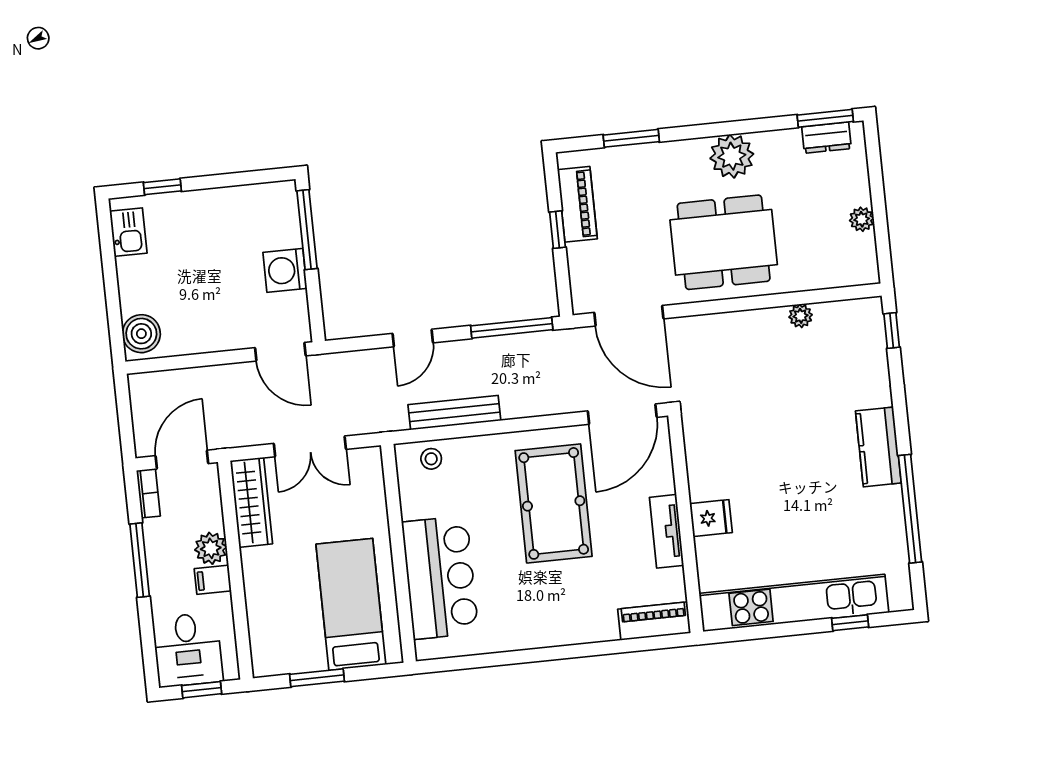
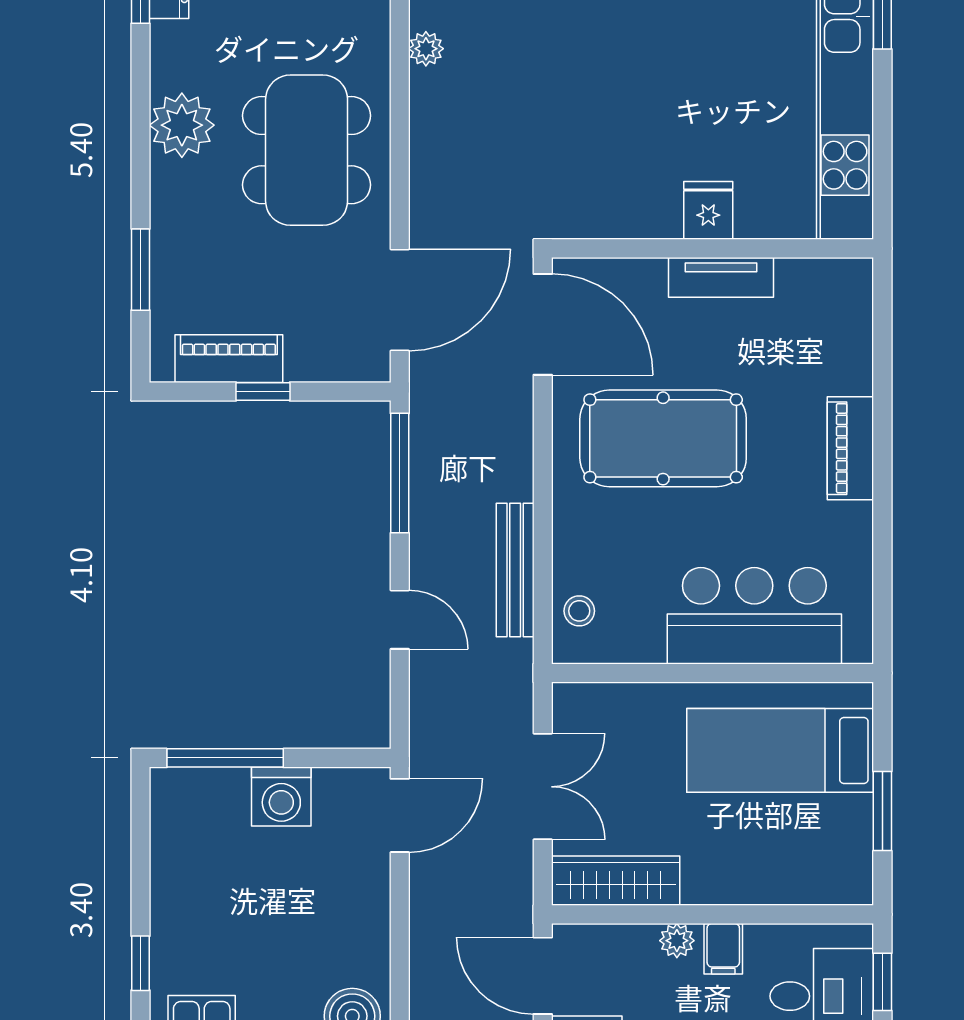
plant: (211, 548) -> (677, 941), width x0.73, depth x0.73
piano: (654, 621) -> (850, 448), moved

